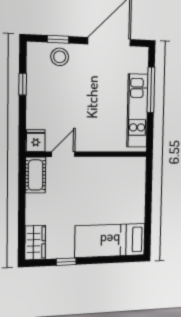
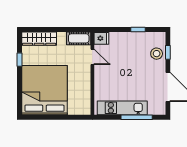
bed: (110, 240) -> (44, 90), width x2.04
wardrobe: (35, 243) -> (39, 39), width x1.50

